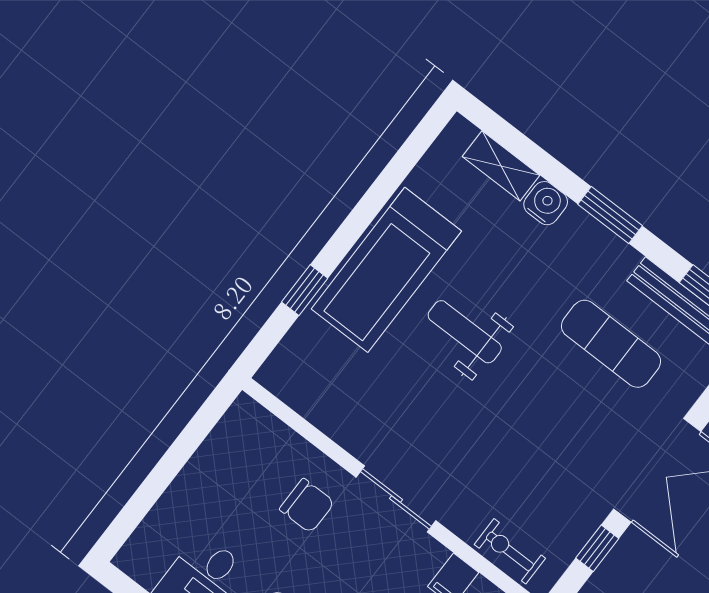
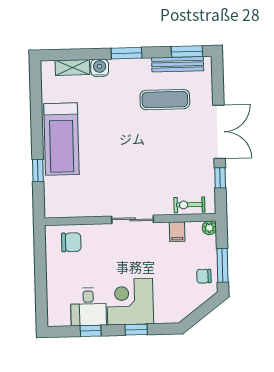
weight bench: (465, 332) -> (108, 138), removed
chair: (307, 506) -> (71, 242), moved

